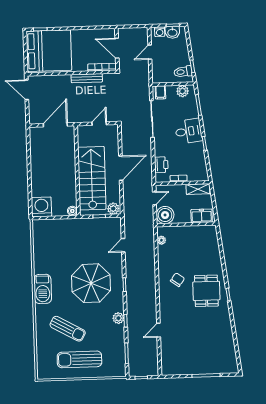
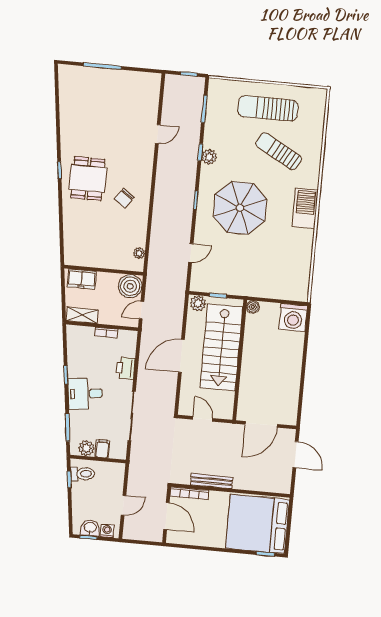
door: (27, 90) -> (295, 455), moved
filing cabinet: (160, 92) -> (102, 449), moved
door: (99, 123) -> (203, 419), swing flipped
printer: (161, 165) -> (126, 368), moved
sun lounger: (79, 359) -> (268, 108), turned 180

